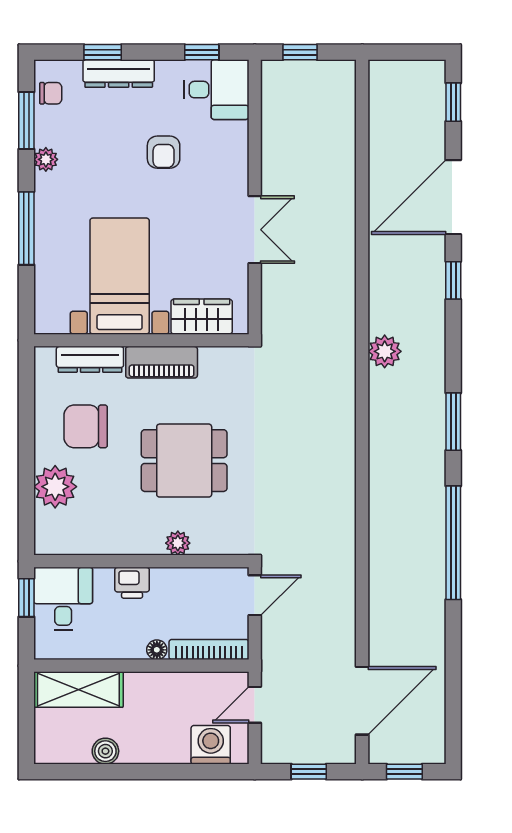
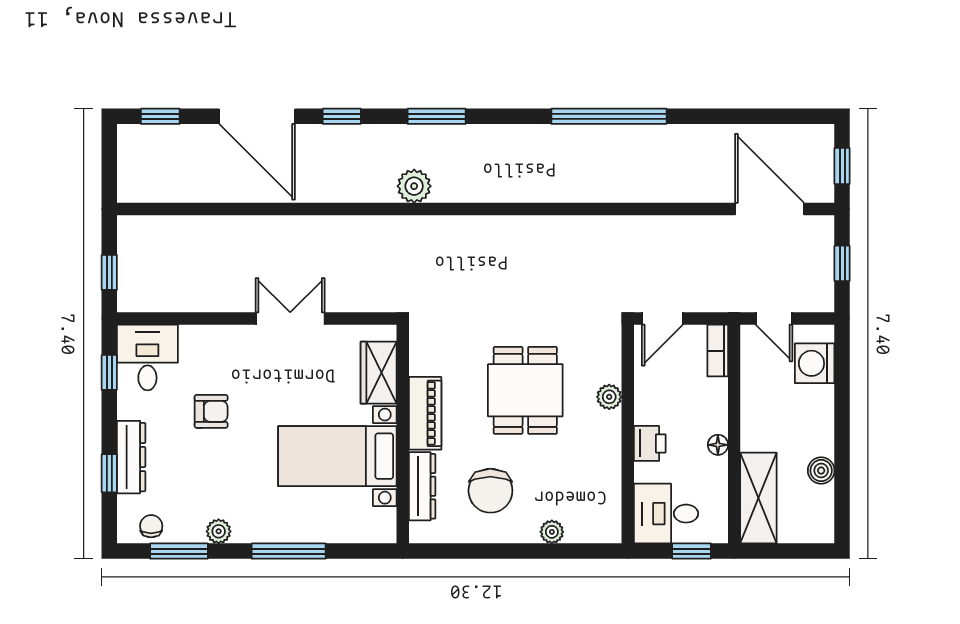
window: (453, 422) -> (437, 116), moved
plant: (55, 487) -> (552, 532), width x0.53, depth x0.53
door: (255, 595) -> (662, 318), swing flipped
window: (26, 598) -> (692, 551), moved
floor lamp: (157, 650) -> (718, 445), moved
bookcase: (209, 650) -> (718, 351), width x0.64

